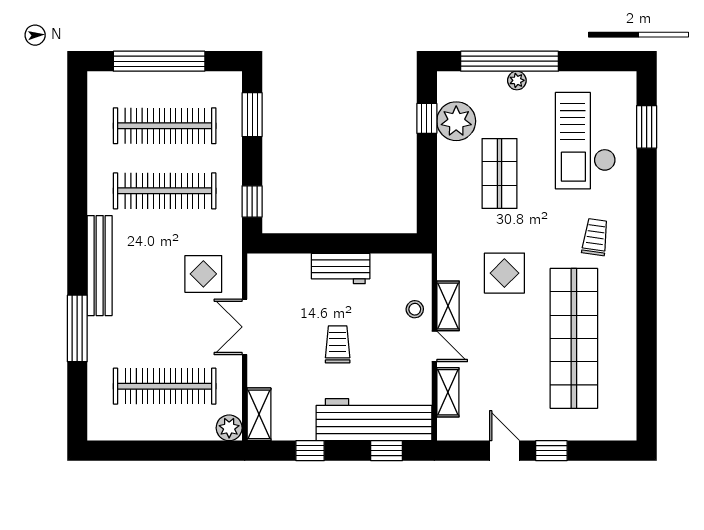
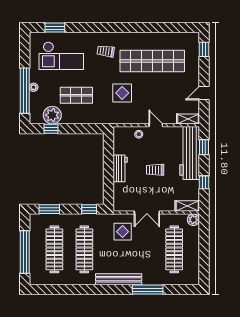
shelving: (448, 306) -> (137, 119), removed
door: (434, 346) -> (156, 125), hinge flipped
shelving: (448, 392) -> (188, 119), moved
window: (551, 451) -> (204, 49), moved

